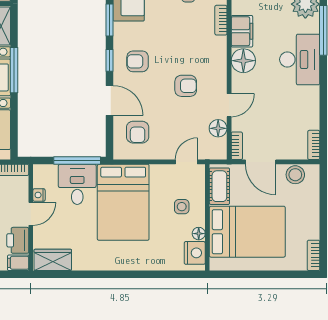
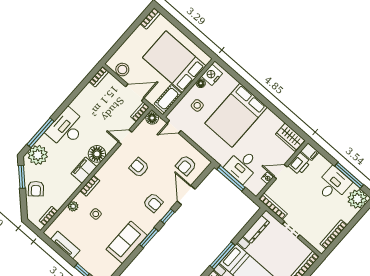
floor lamp: (218, 128) -> (152, 118), moved
armchair: (138, 132) -> (186, 165), turned 180
door: (261, 162) -> (135, 92), hinge flipped
bed: (123, 202) -> (236, 115), moved, turned 180

